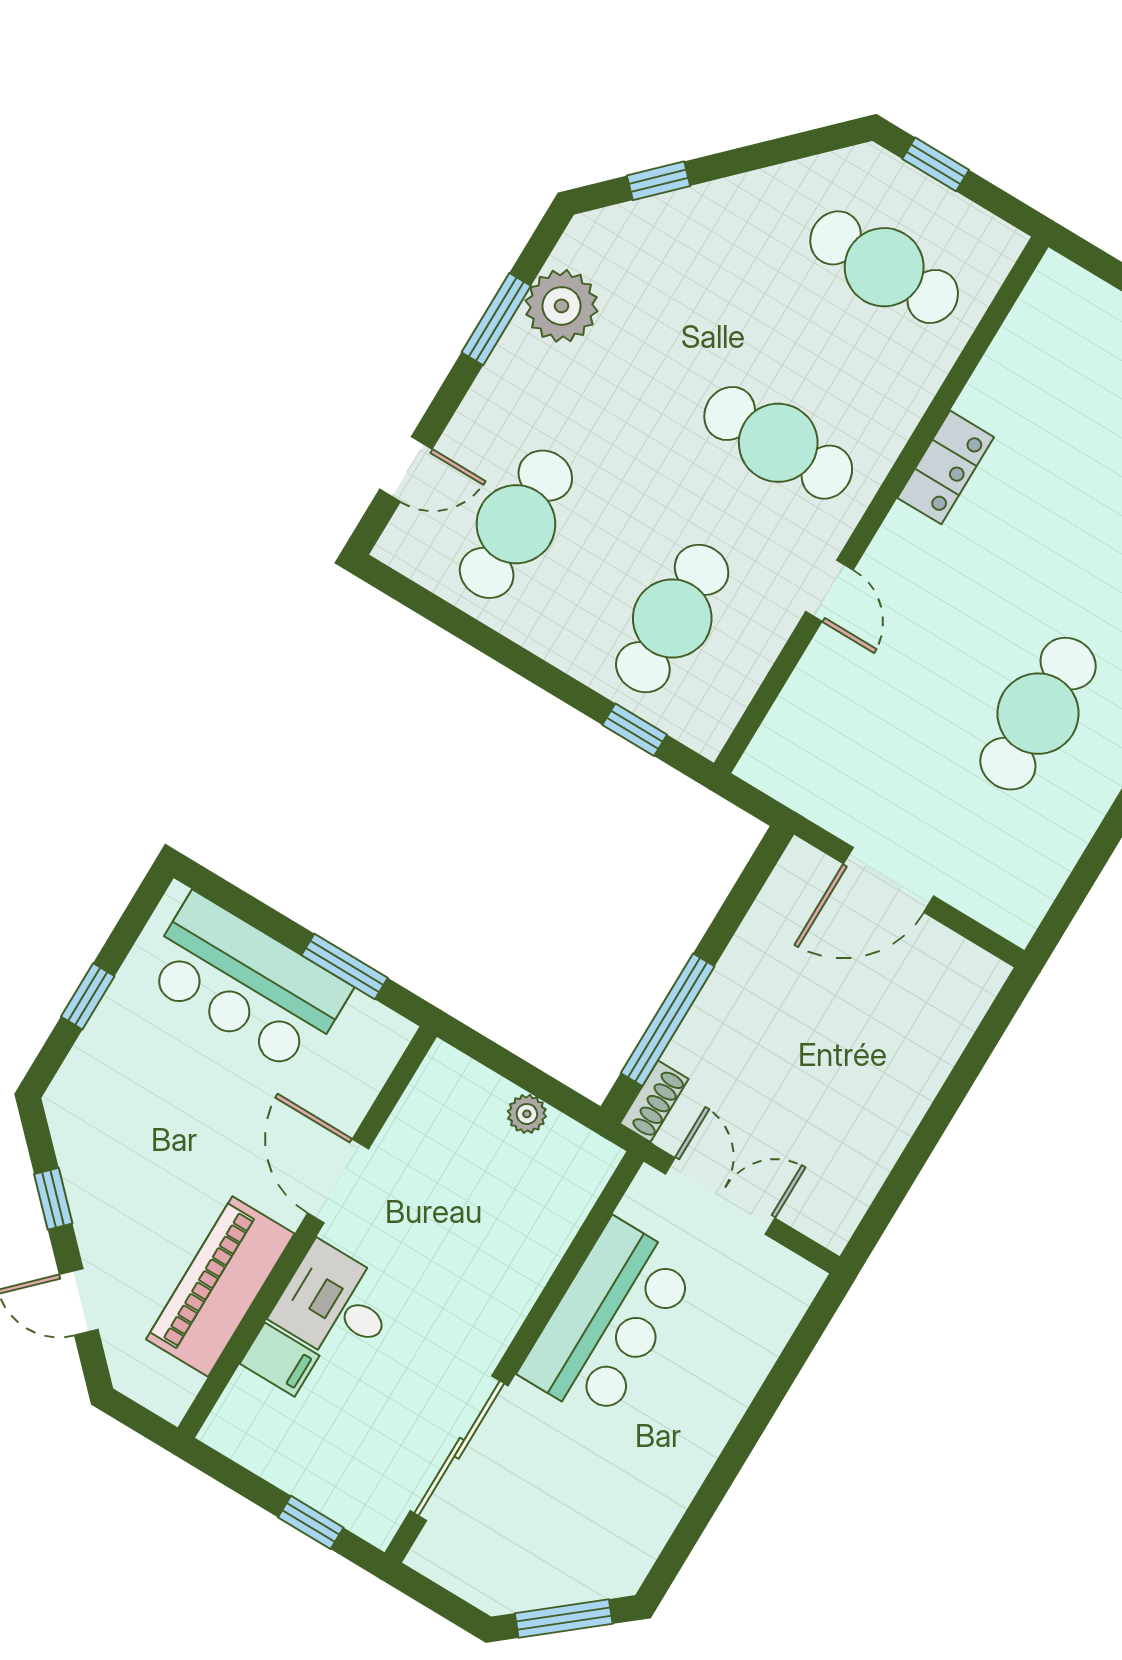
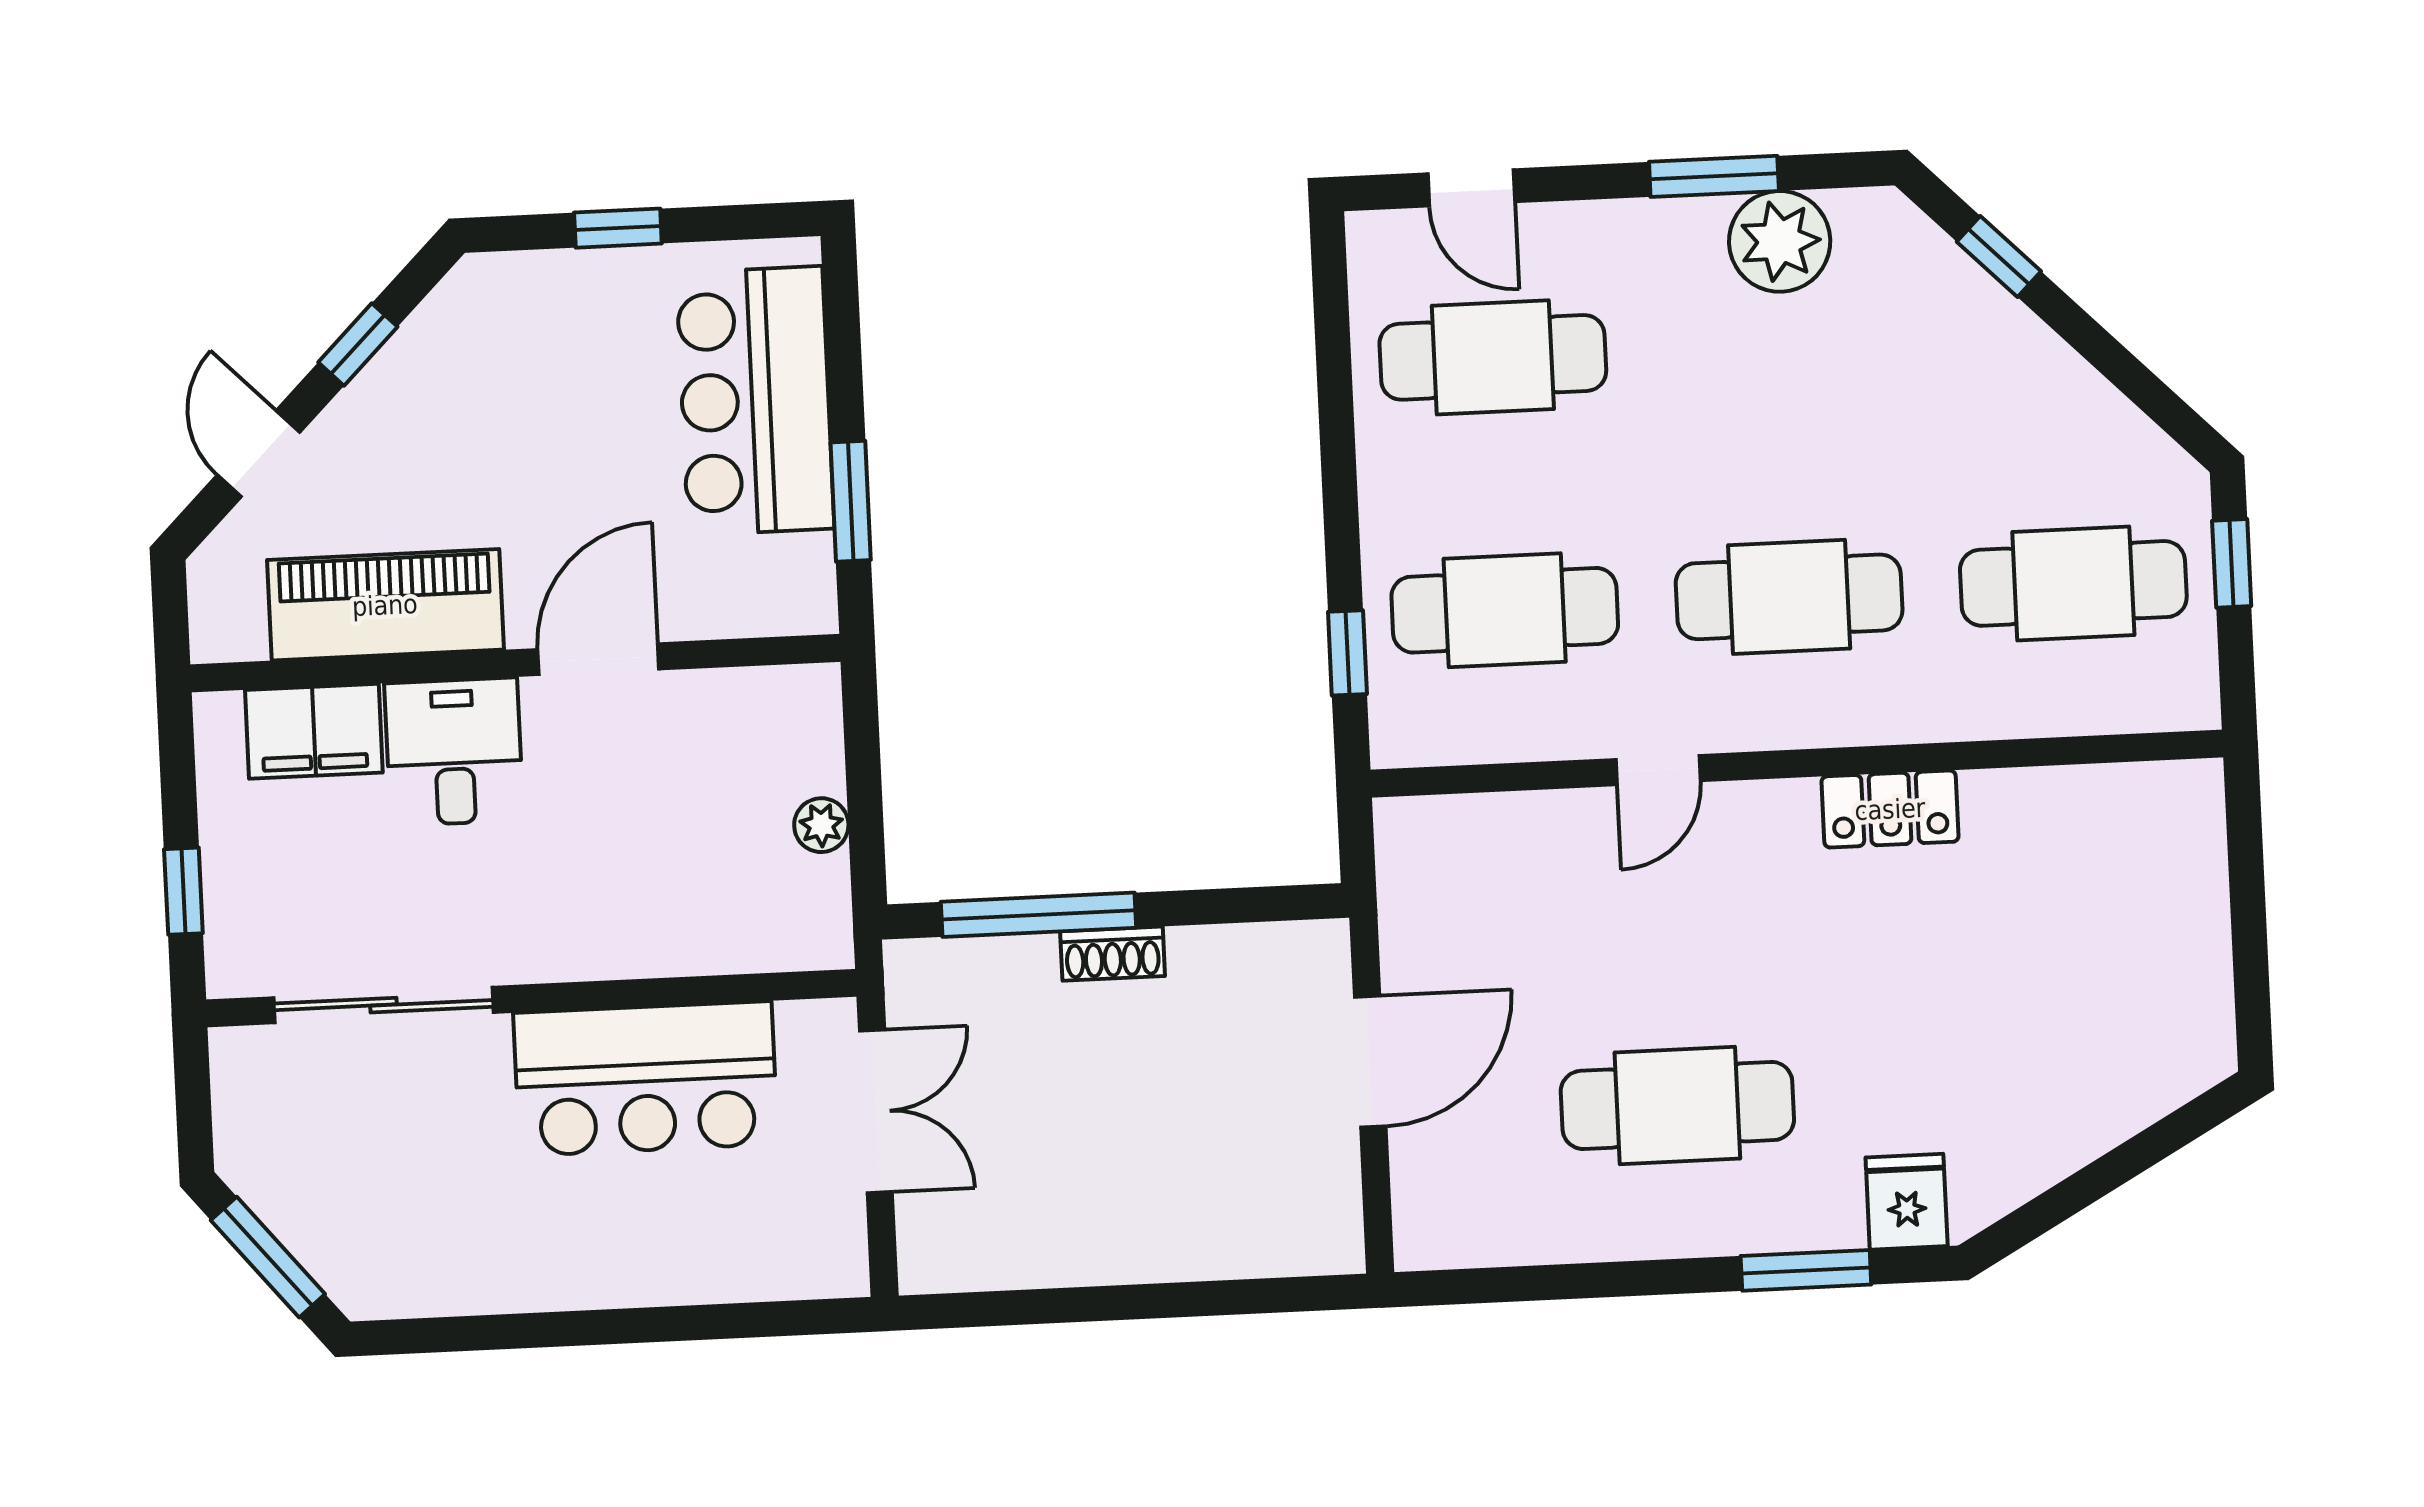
cafe table: (884, 267) -> (2073, 583), turned 90
cafe table: (778, 443) -> (1789, 597), turned 90
door: (889, 880) -> (1370, 1061), swing flipped
shoe rack: (654, 1101) -> (1113, 954), moved
filing cabinet: (280, 1360) -> (314, 731), width x2.00

